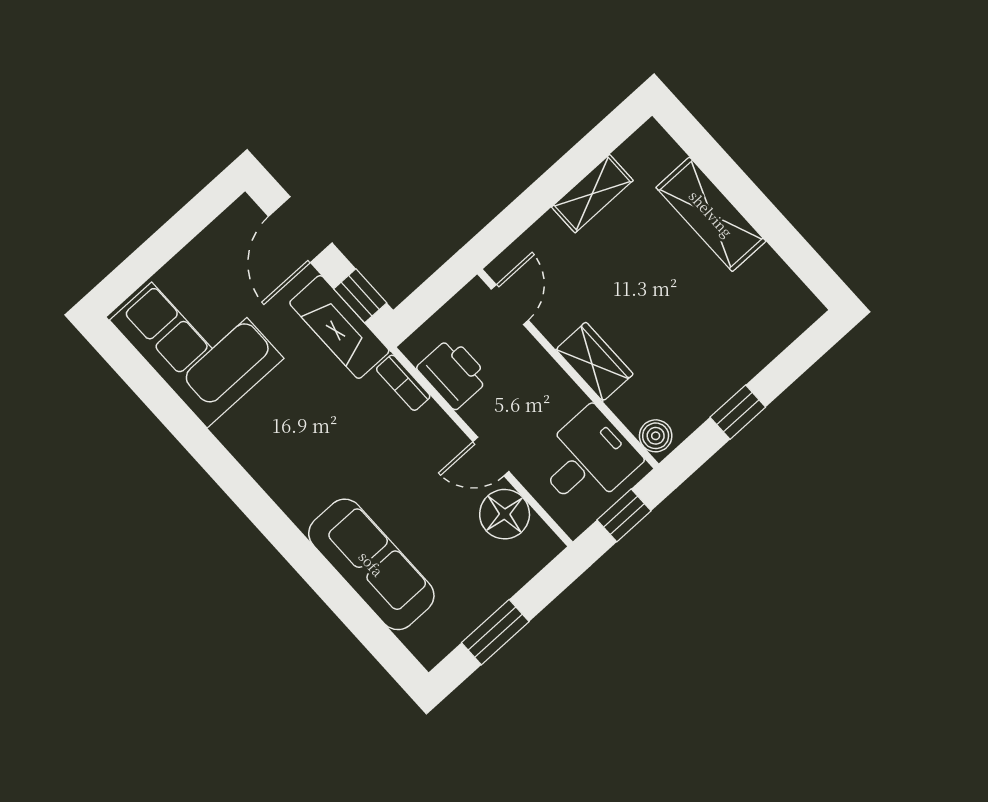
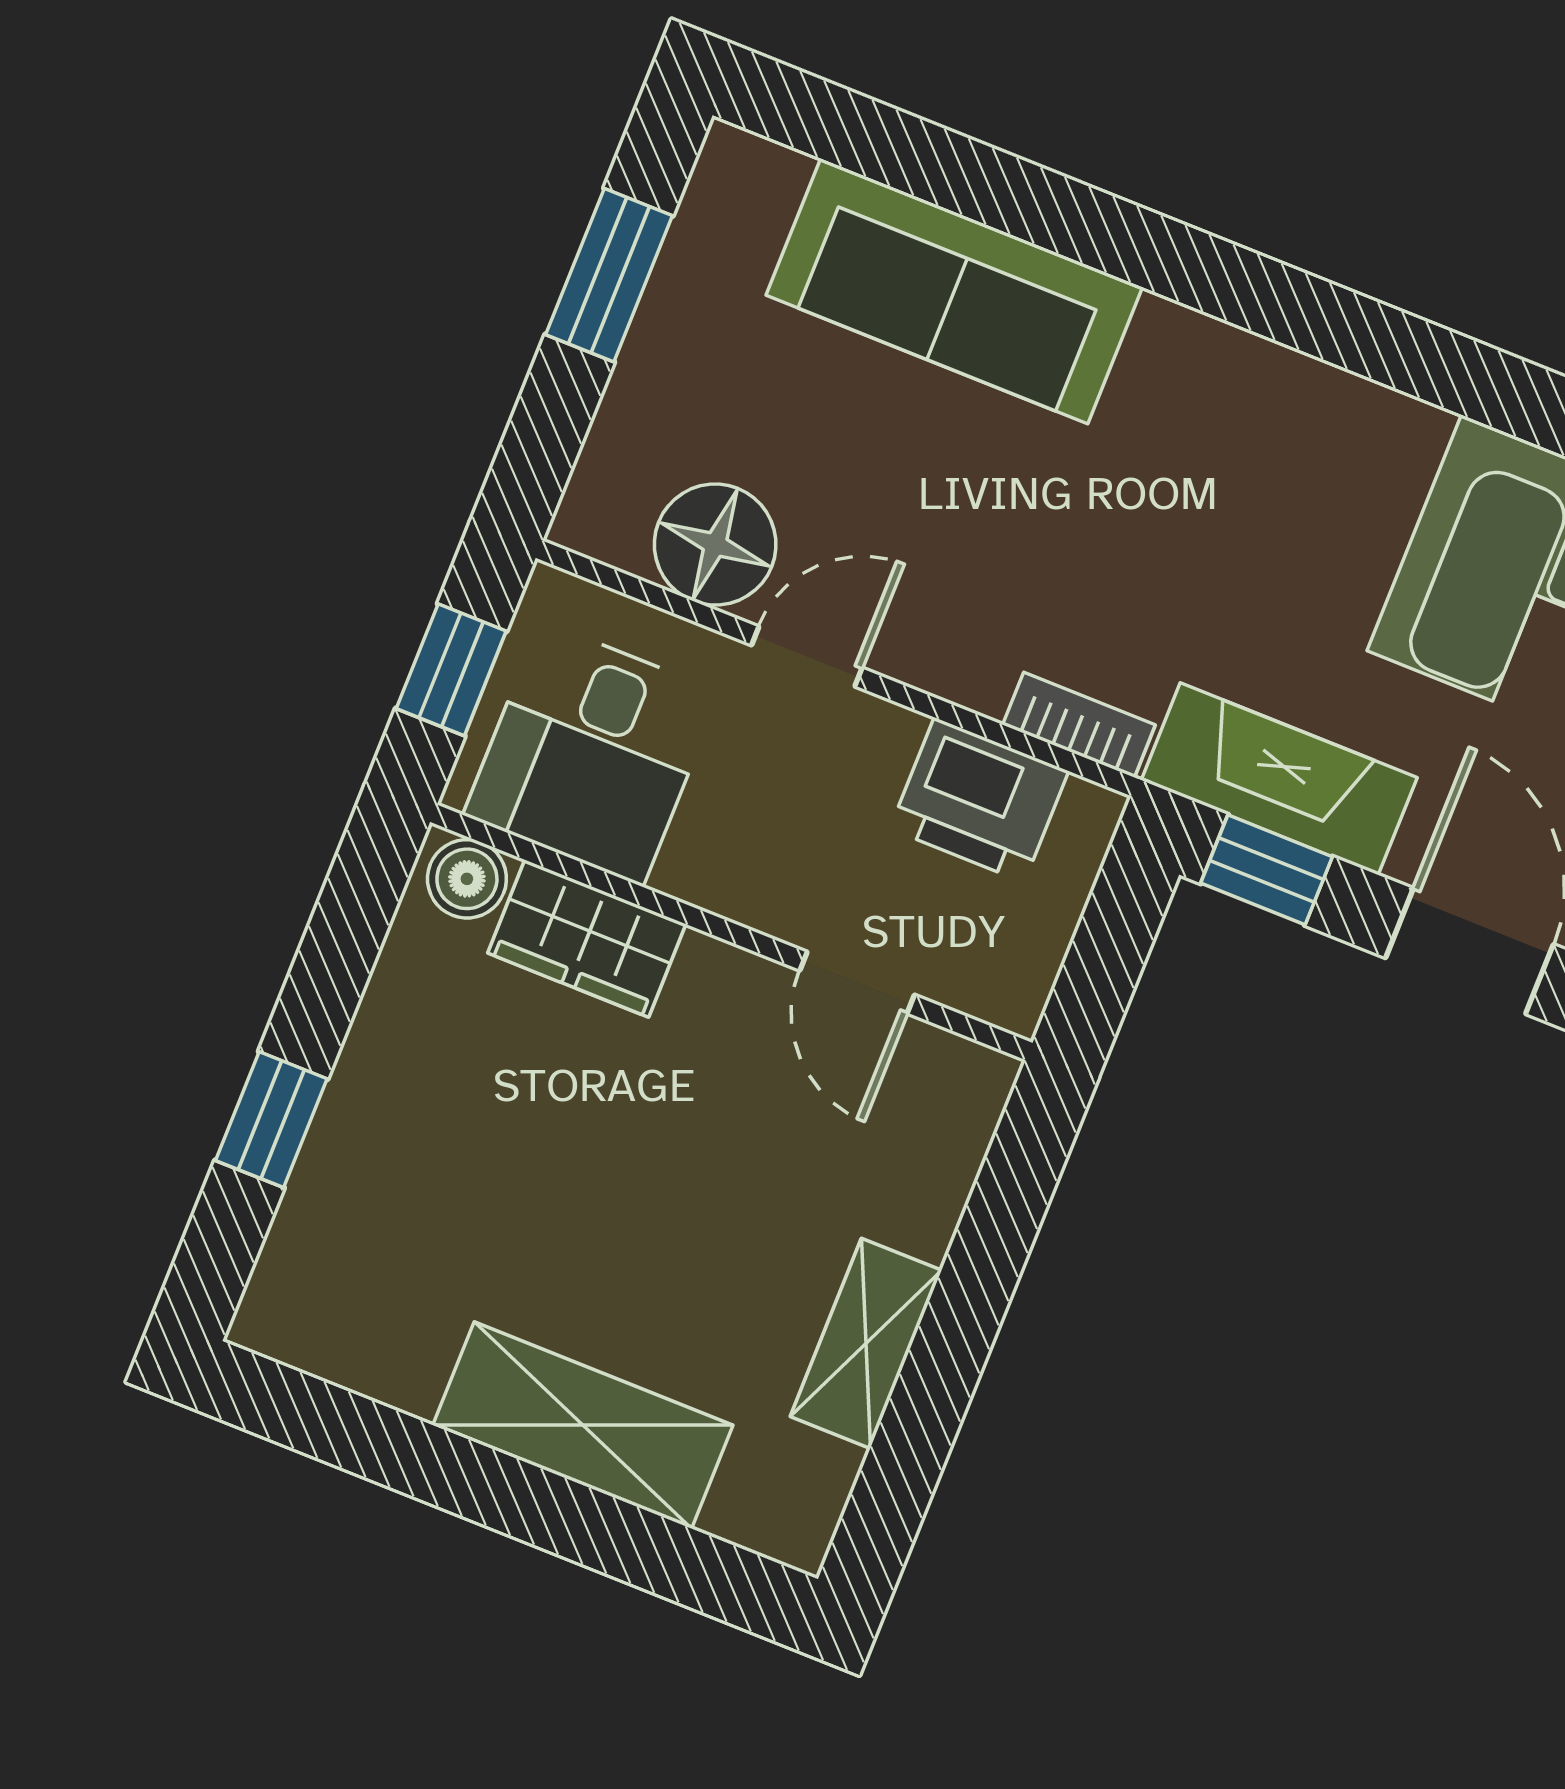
door: (510, 305) -> (857, 983), moved
wardrobe: (594, 362) -> (587, 939), moved
window: (738, 412) -> (271, 1120), moved

